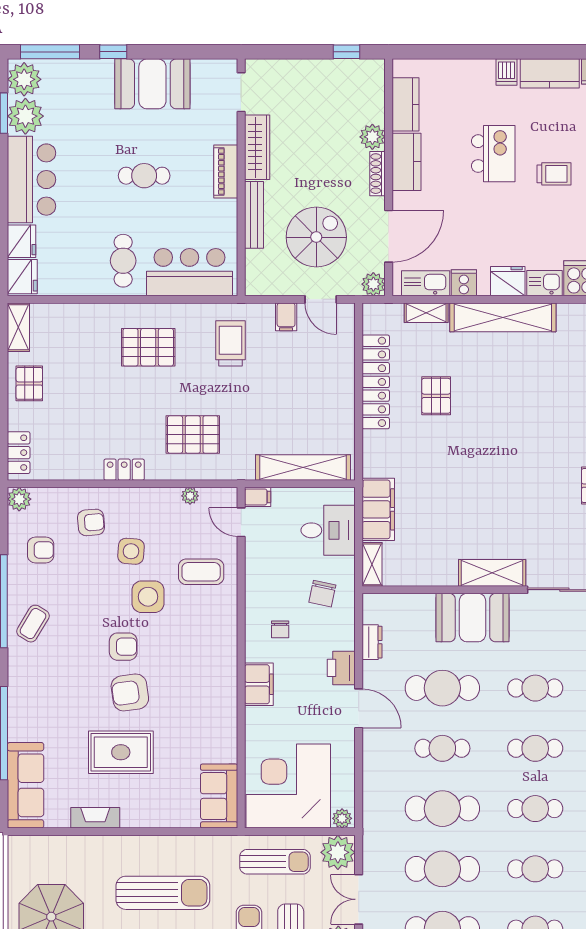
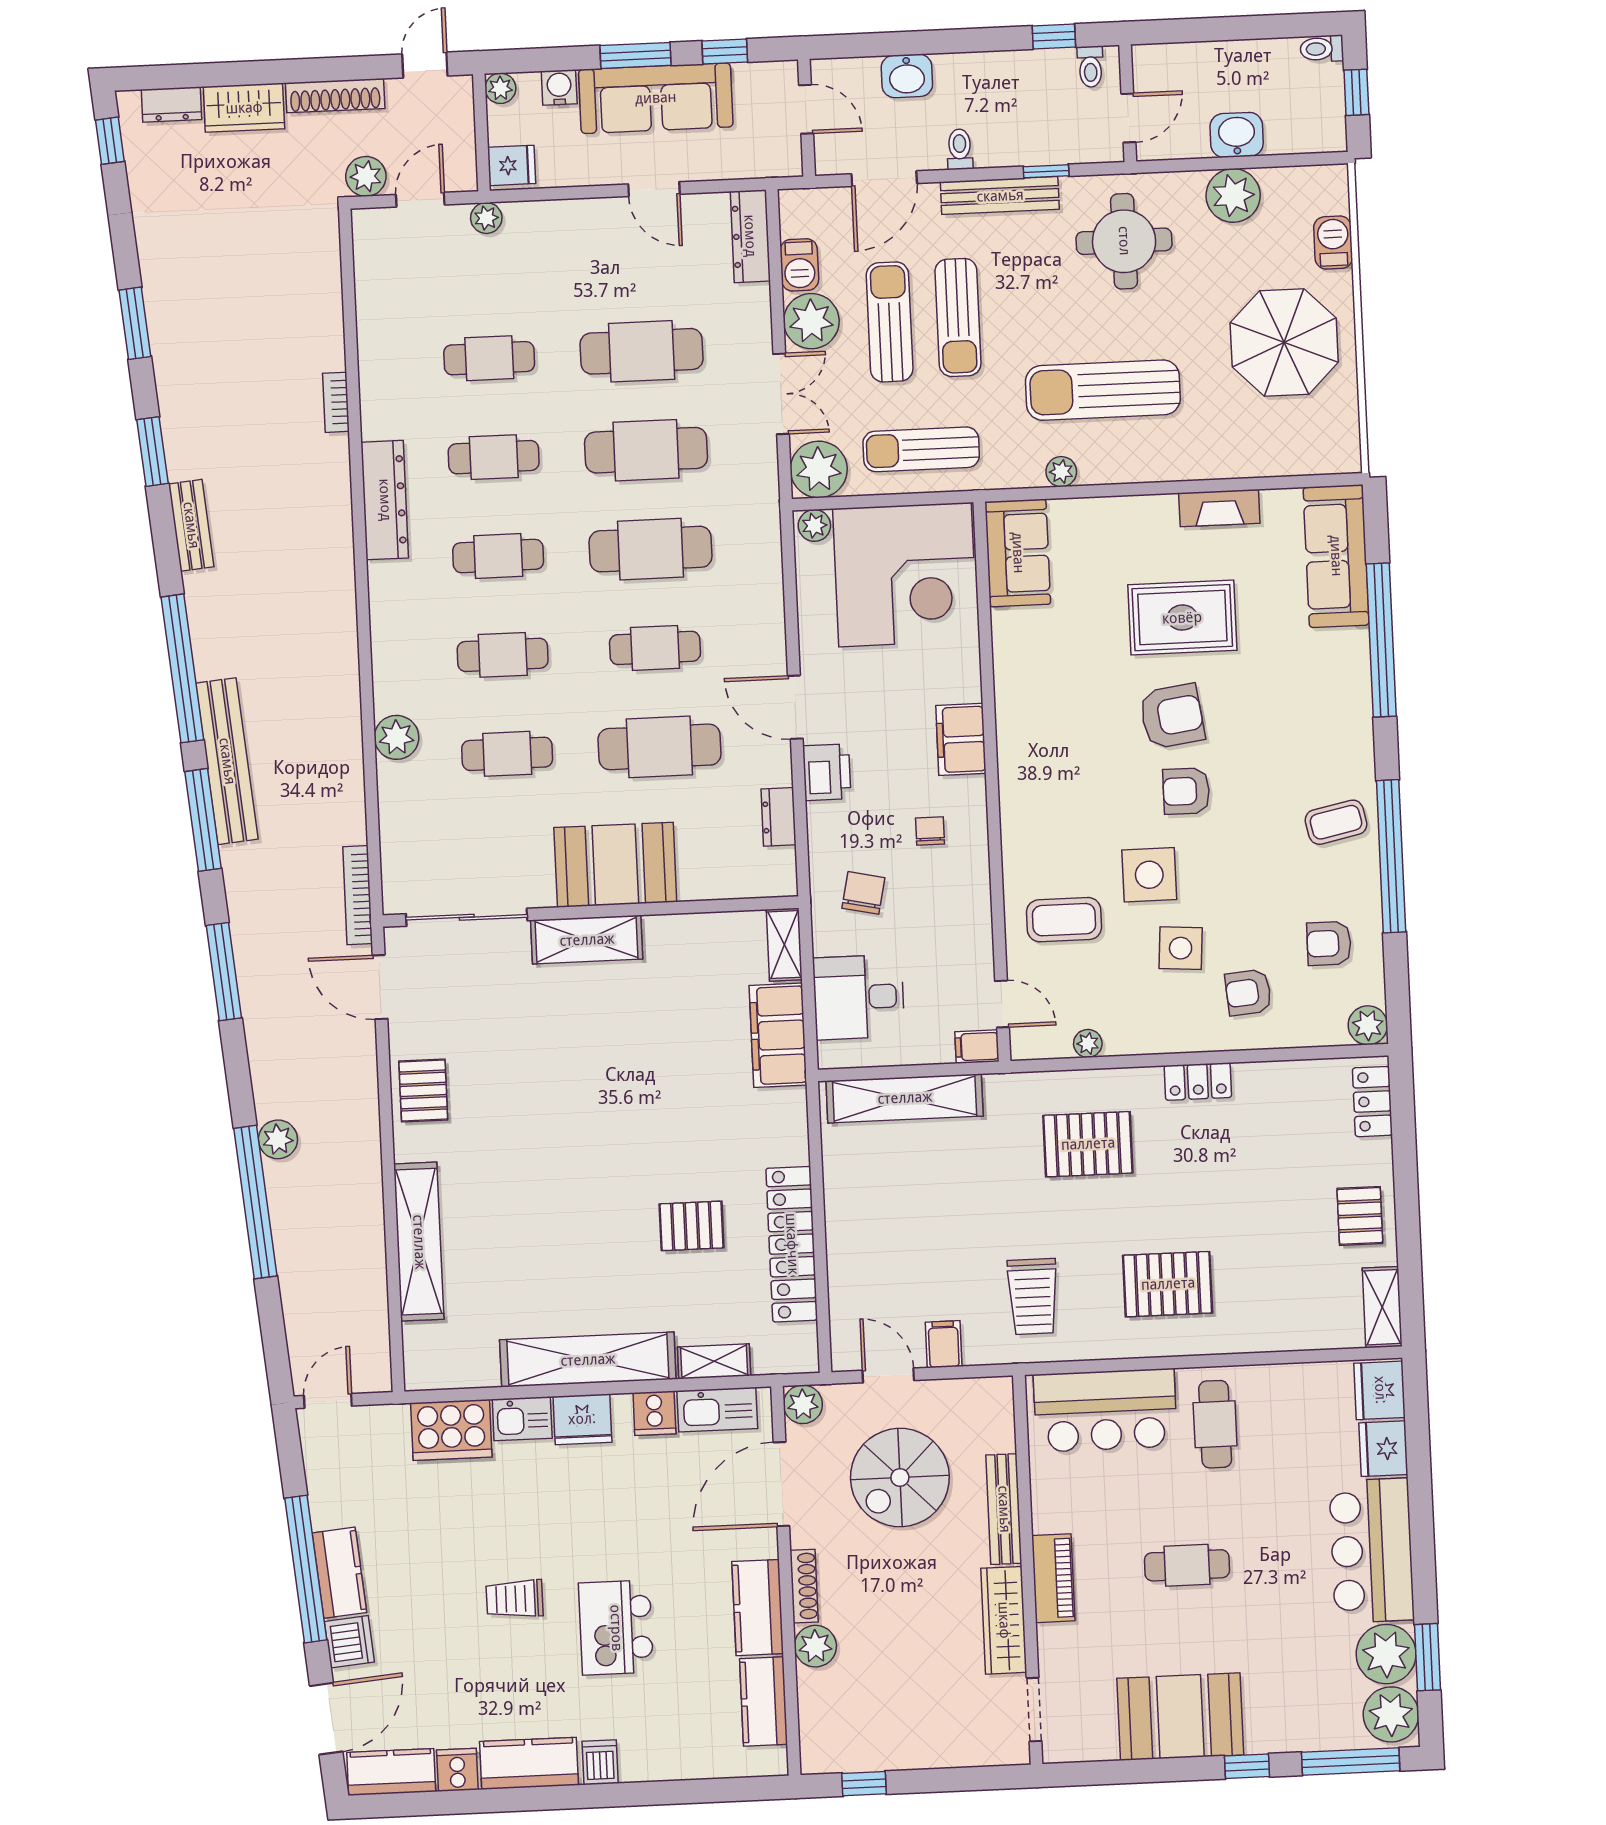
pallet: (436, 396) -> (692, 1226), turned 90
coffee table: (33, 624) -> (1336, 822), turned 47
plant: (190, 844) -> (1061, 472), added

